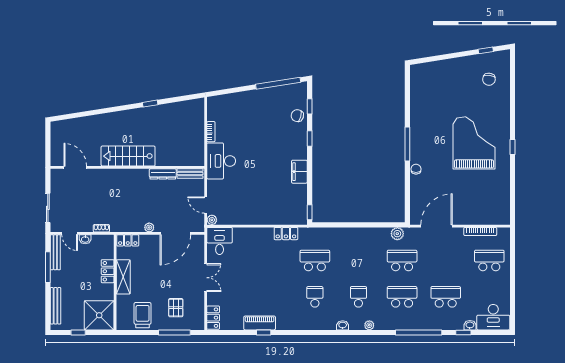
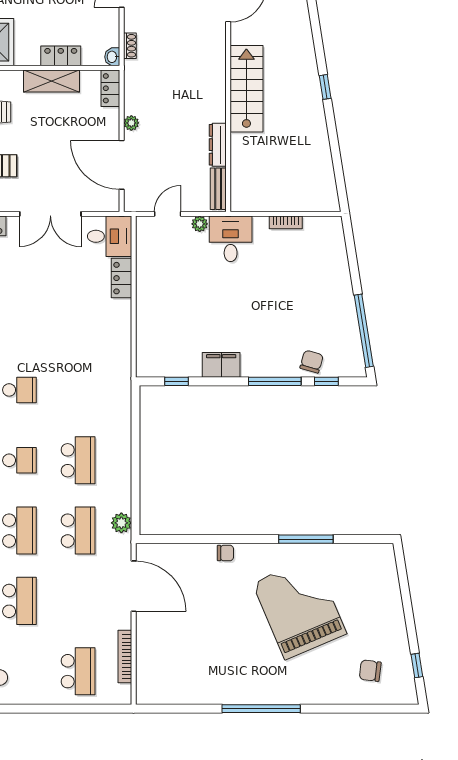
window: (150, 104) -> (325, 87), moved
window: (310, 138) -> (275, 381), width x2.17
grand piano: (474, 143) -> (299, 608), moved, turned -113
window: (407, 144) -> (306, 539), moved
window: (513, 147) -> (261, 709), width x3.17
desk: (221, 161) -> (231, 239), width x0.73
window: (310, 212) -> (176, 381), moved
plant: (212, 220) -> (200, 224), moved
locker: (286, 234) -> (122, 278), moved
washbasin: (85, 239) -> (112, 57), moved
school desk: (315, 260) -> (78, 460), moved
double door: (206, 278) -> (50, 214), width x1.37

